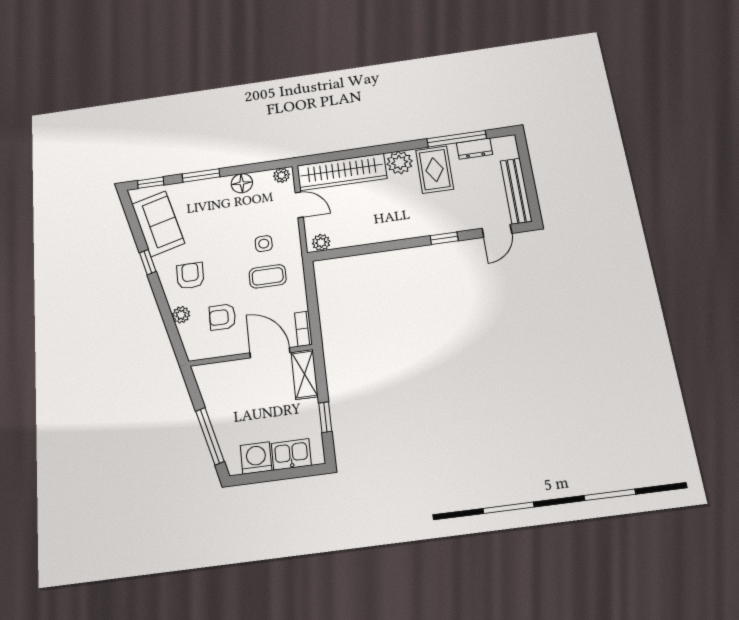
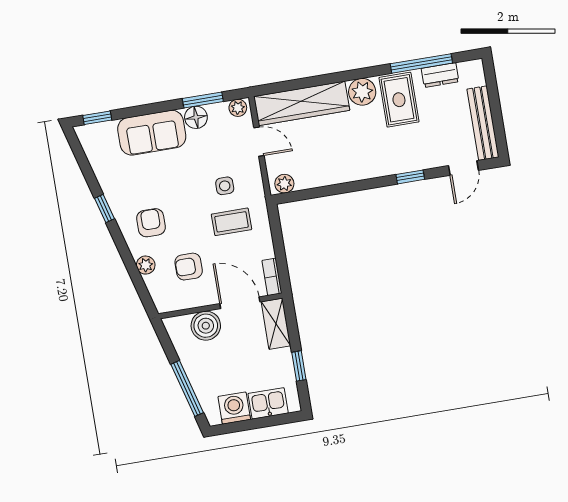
window: (201, 175) -> (203, 100), moved
sofa: (158, 224) -> (152, 133), moved, turned 105
boiler: (234, 374) -> (206, 326), added

